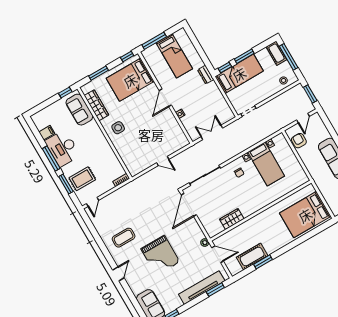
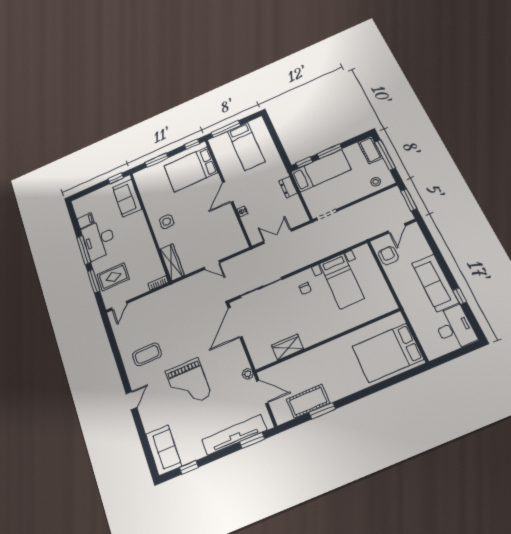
dresser: (206, 75) -> (288, 187), moved
wardrobe: (97, 105) -> (172, 262), moved

